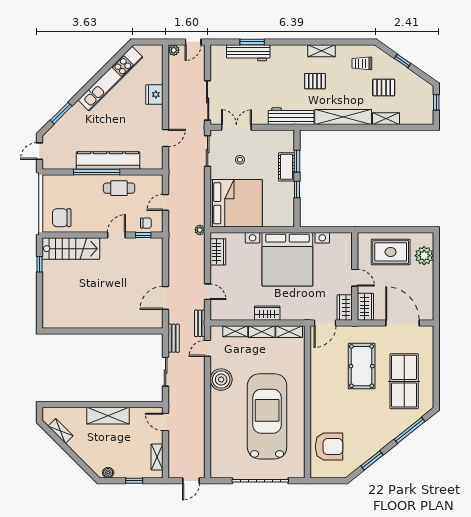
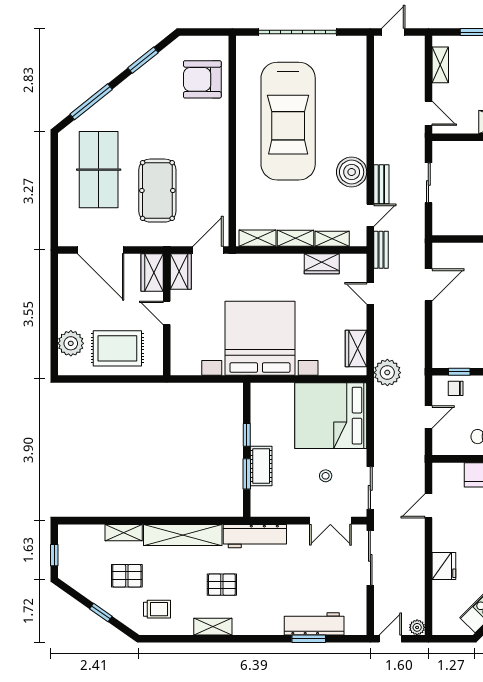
plant: (200, 230) -> (387, 373), width x1.88, depth x1.88
wardrobe: (267, 313) -> (322, 264), moved
bench: (174, 338) -> (381, 184), moved

